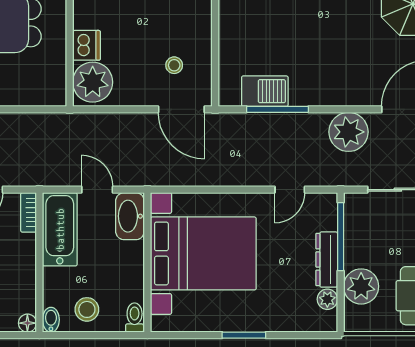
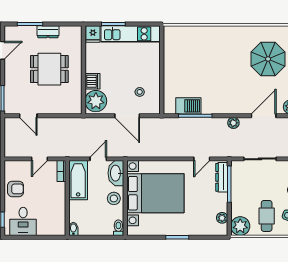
door: (181, 109) -> (127, 116), moved
plant: (348, 132) -> (233, 123), width x0.53, depth x0.53
door: (97, 190) -> (98, 159), hinge flipped
dresser: (327, 260) -> (222, 177), moved
plant: (361, 286) -> (240, 226), moved
stool: (87, 309) -> (114, 198), moved
floor lamp: (27, 323) -> (61, 231), removed

